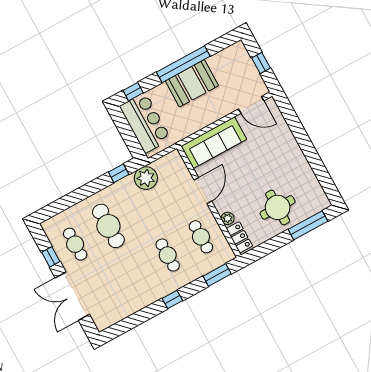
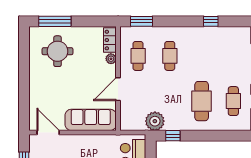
round table: (278, 207) -> (58, 51), moved
window: (172, 299) -> (211, 21), moved

